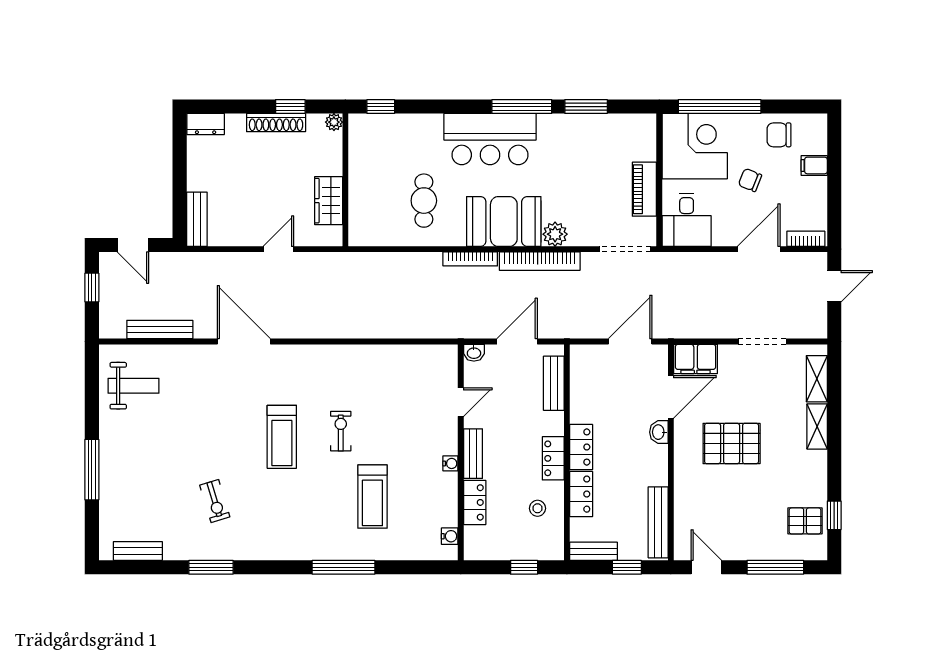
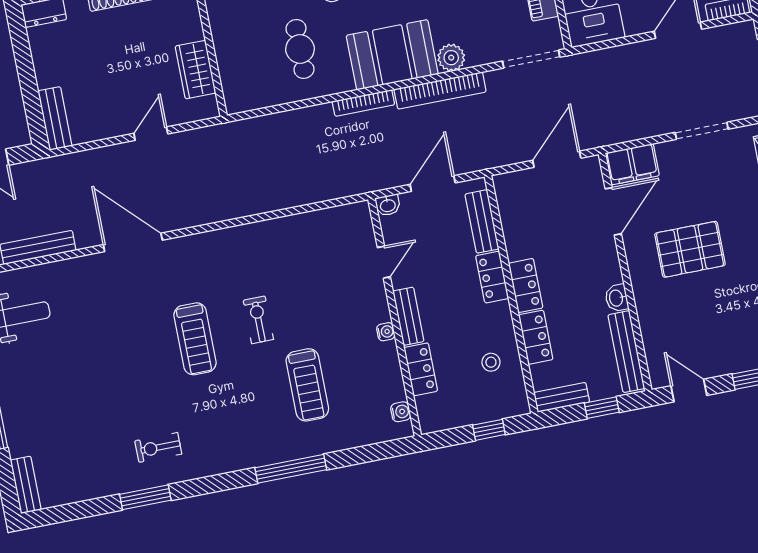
washbasin: (659, 432) -> (617, 298), moved
locker: (553, 458) -> (492, 277), moved
exercise bike: (215, 501) -> (158, 447), moved, turned 107
bench: (138, 551) -> (26, 485), moved, turned 90

